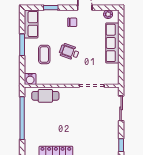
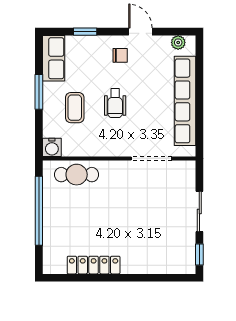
row of seats: (112, 43) -> (185, 101), width x1.36
wheelchair: (69, 52) -> (115, 103), turned -110
sliding door: (121, 108) -> (199, 212), moved

